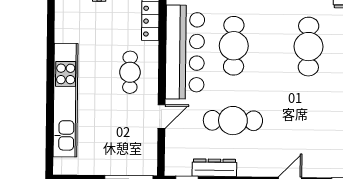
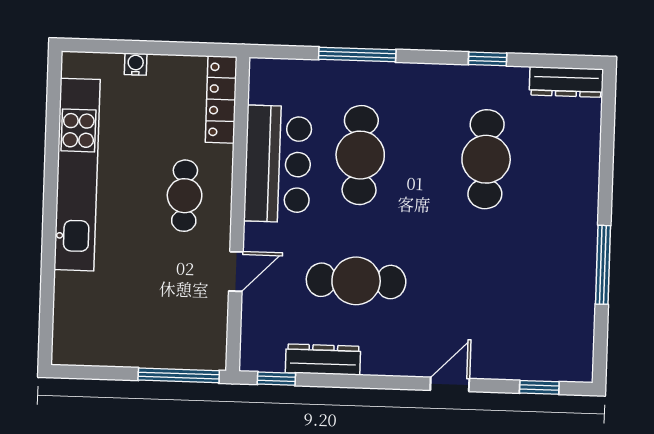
bar counter: (185, 52) -> (278, 164), width x0.73
kitchen unit: (65, 100) -> (77, 175), moved

